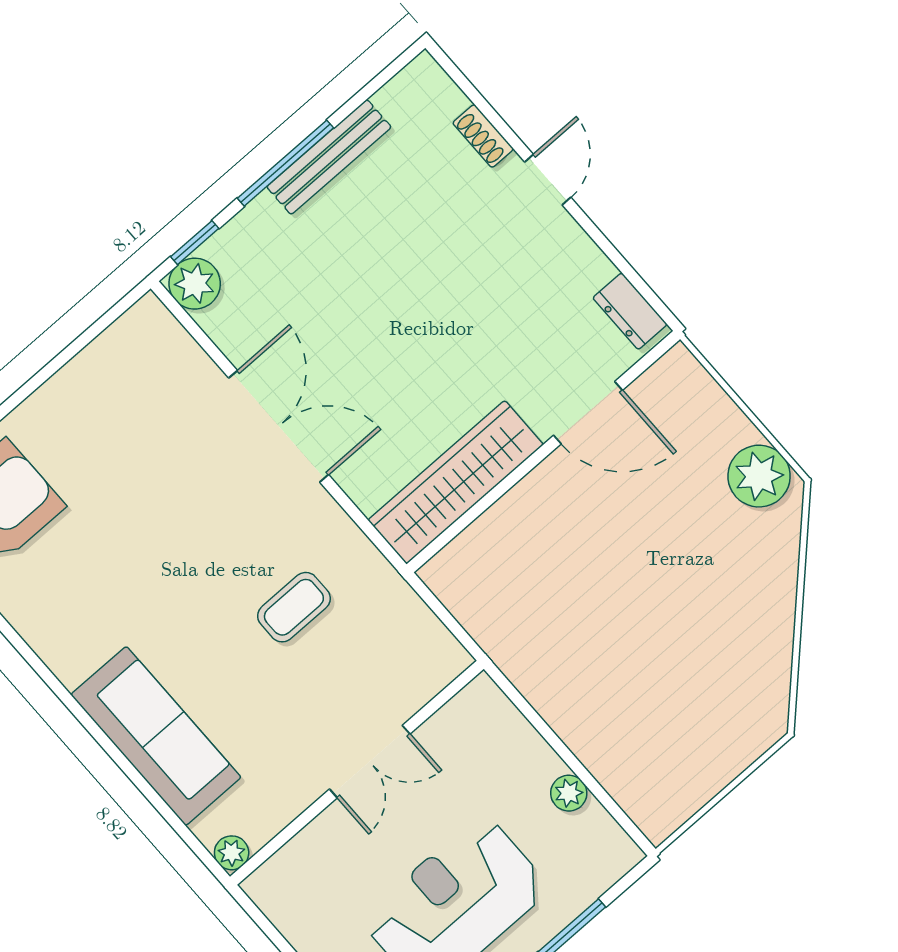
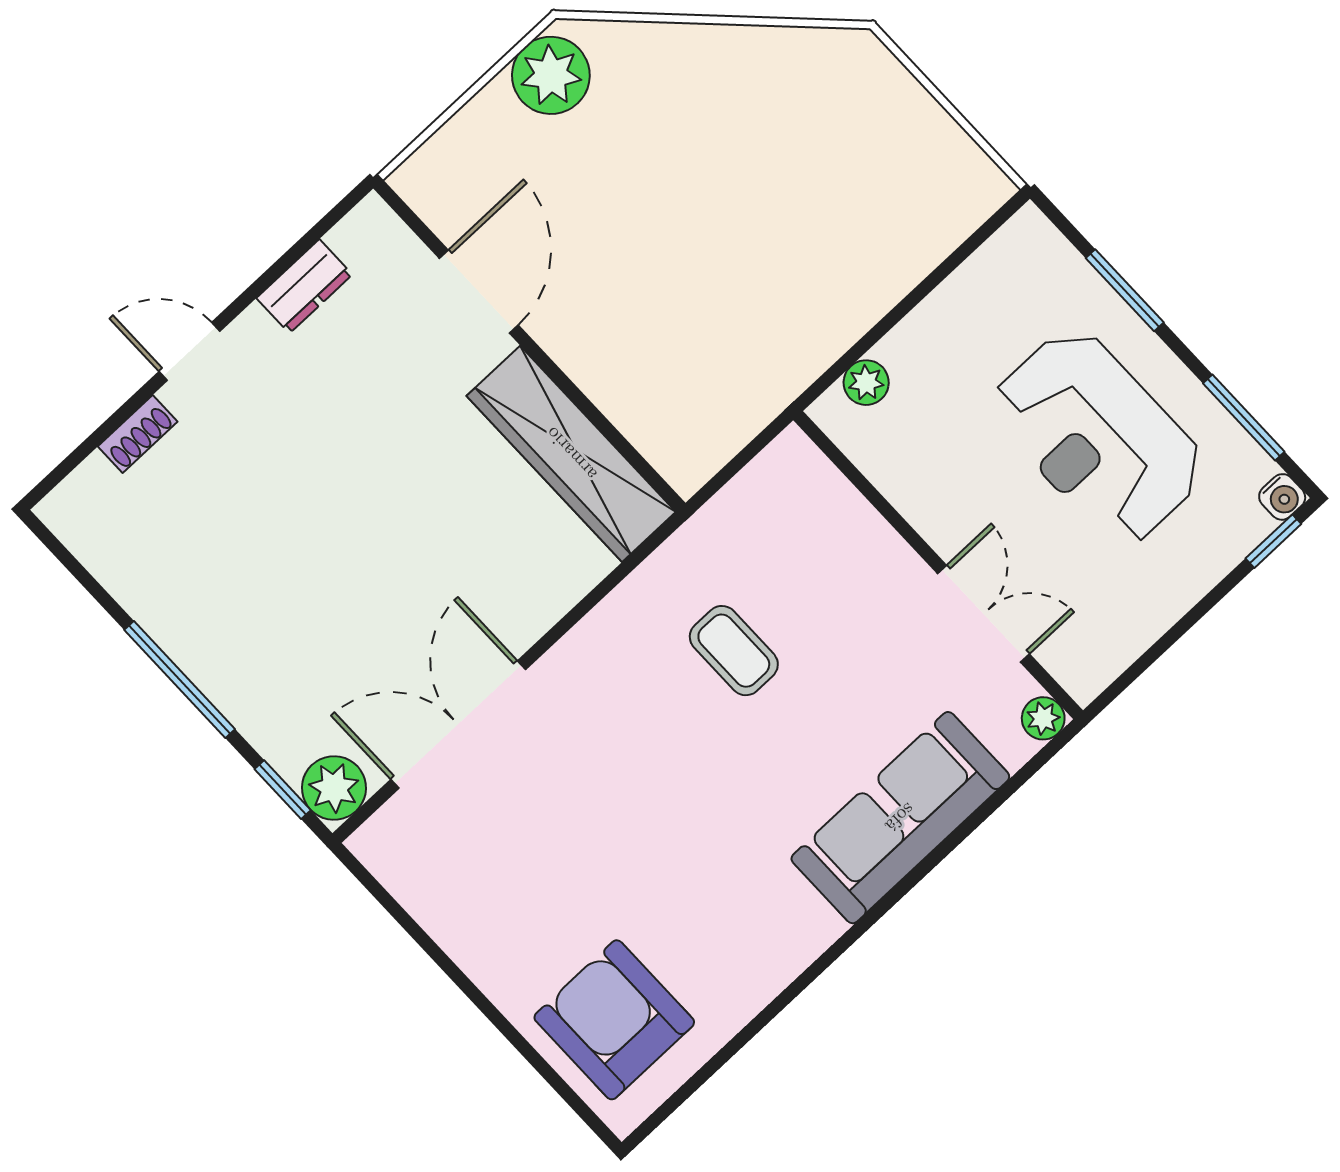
bench: (329, 157) -> (170, 626), removed
dresser: (630, 311) -> (304, 286), moved
double door: (279, 426) -> (458, 724), moved
double door: (370, 762) -> (984, 614), moved
plant: (569, 793) -> (866, 383), moved

